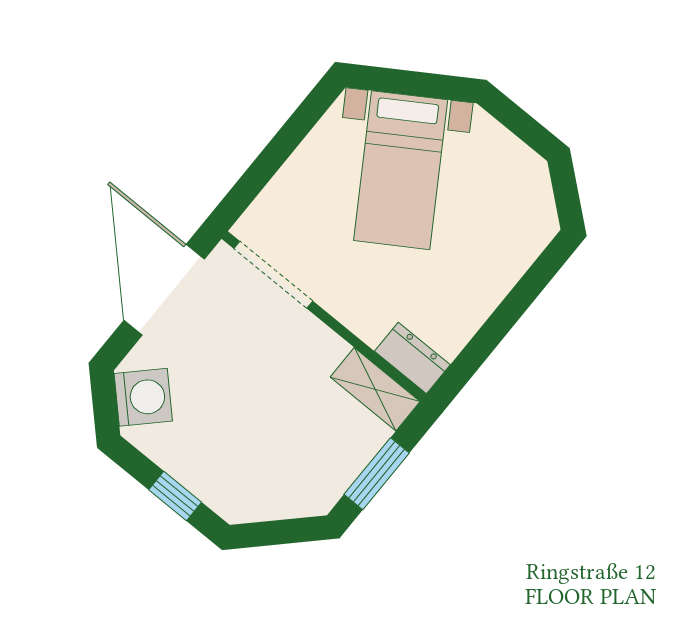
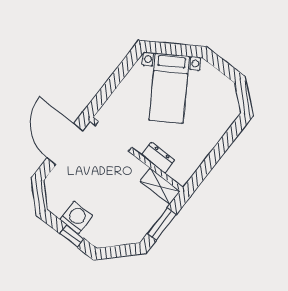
dresser: (412, 358) -> (158, 158), moved
washing machine: (143, 397) -> (76, 217), moved, turned -45

